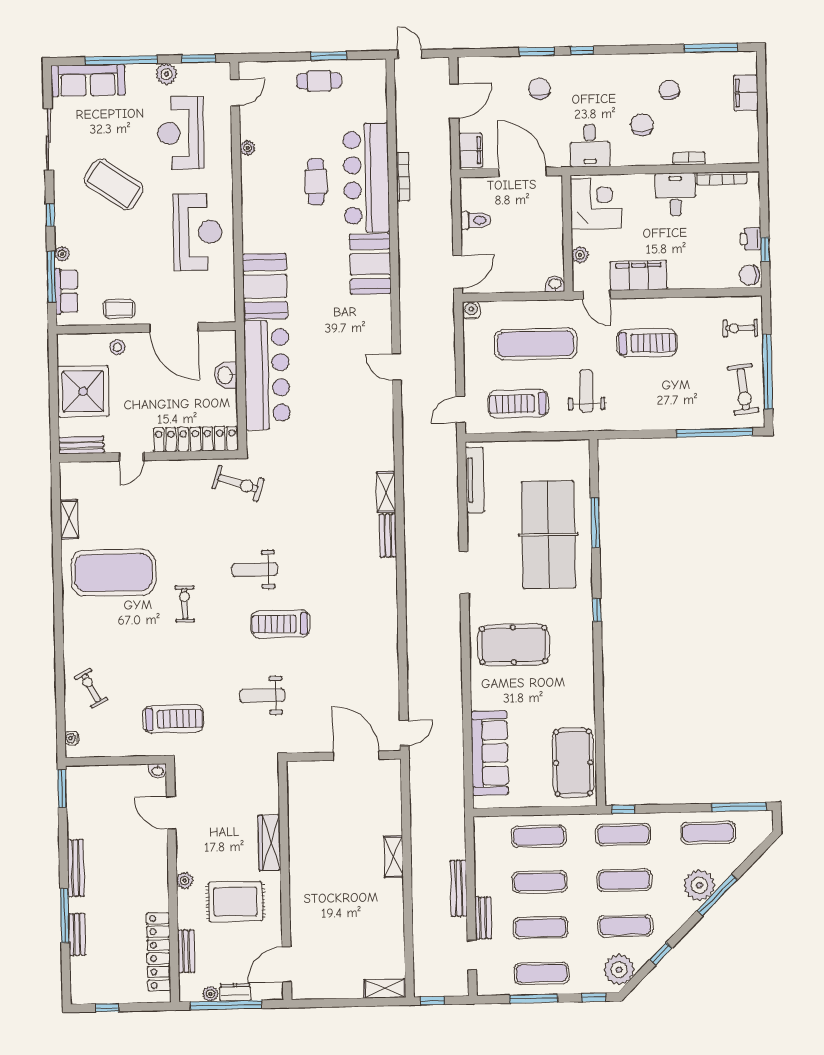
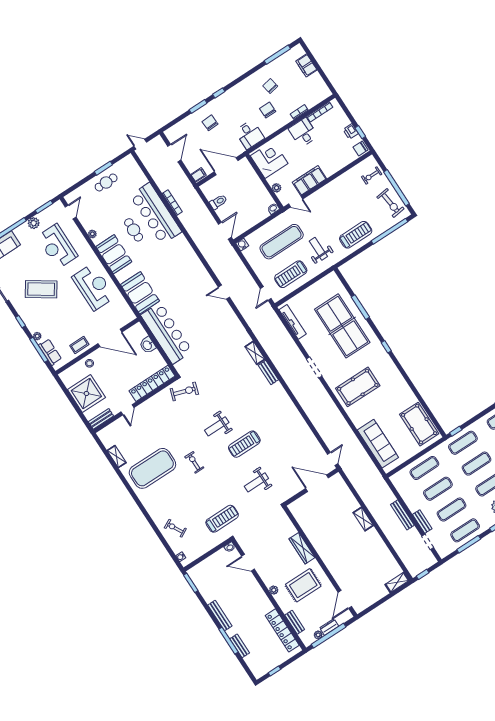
filing cabinet: (471, 150) -> (199, 175), width x0.50
booth: (370, 264) -> (114, 254), moved
treadmill: (647, 343) -> (356, 235), moved

